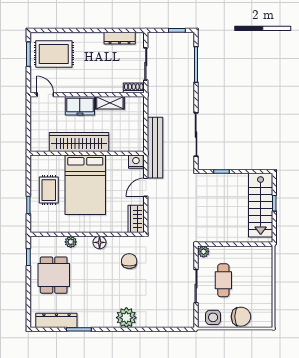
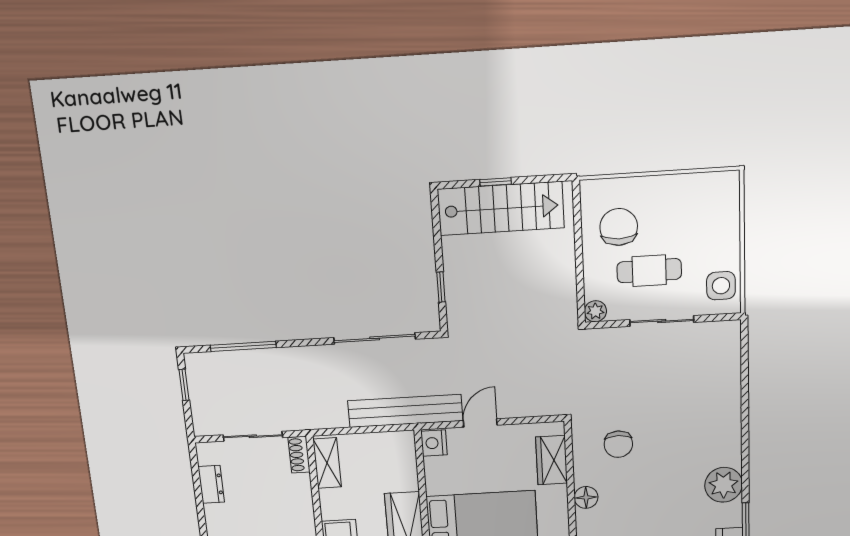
dresser: (120, 38) -> (211, 484), width x0.70
shelving: (110, 103) -> (327, 463), moved
door: (146, 187) -> (480, 423), swing flipped
wardrobe: (136, 219) -> (552, 460), moved, turned 90
chair: (129, 261) -> (618, 444), turned -90
chair: (241, 317) -> (619, 227), moved
plant: (126, 318) -> (724, 485), moved

